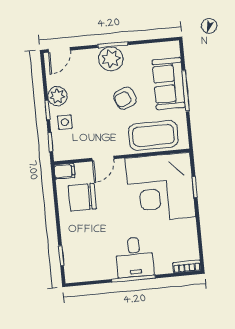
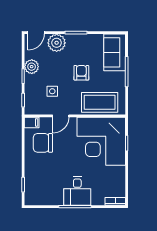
plant: (111, 59) -> (57, 43), moved
sofa: (169, 84) -> (115, 52), moved
armchair: (125, 98) -> (81, 73), turned 112
side table: (65, 122) -> (52, 91), moved

